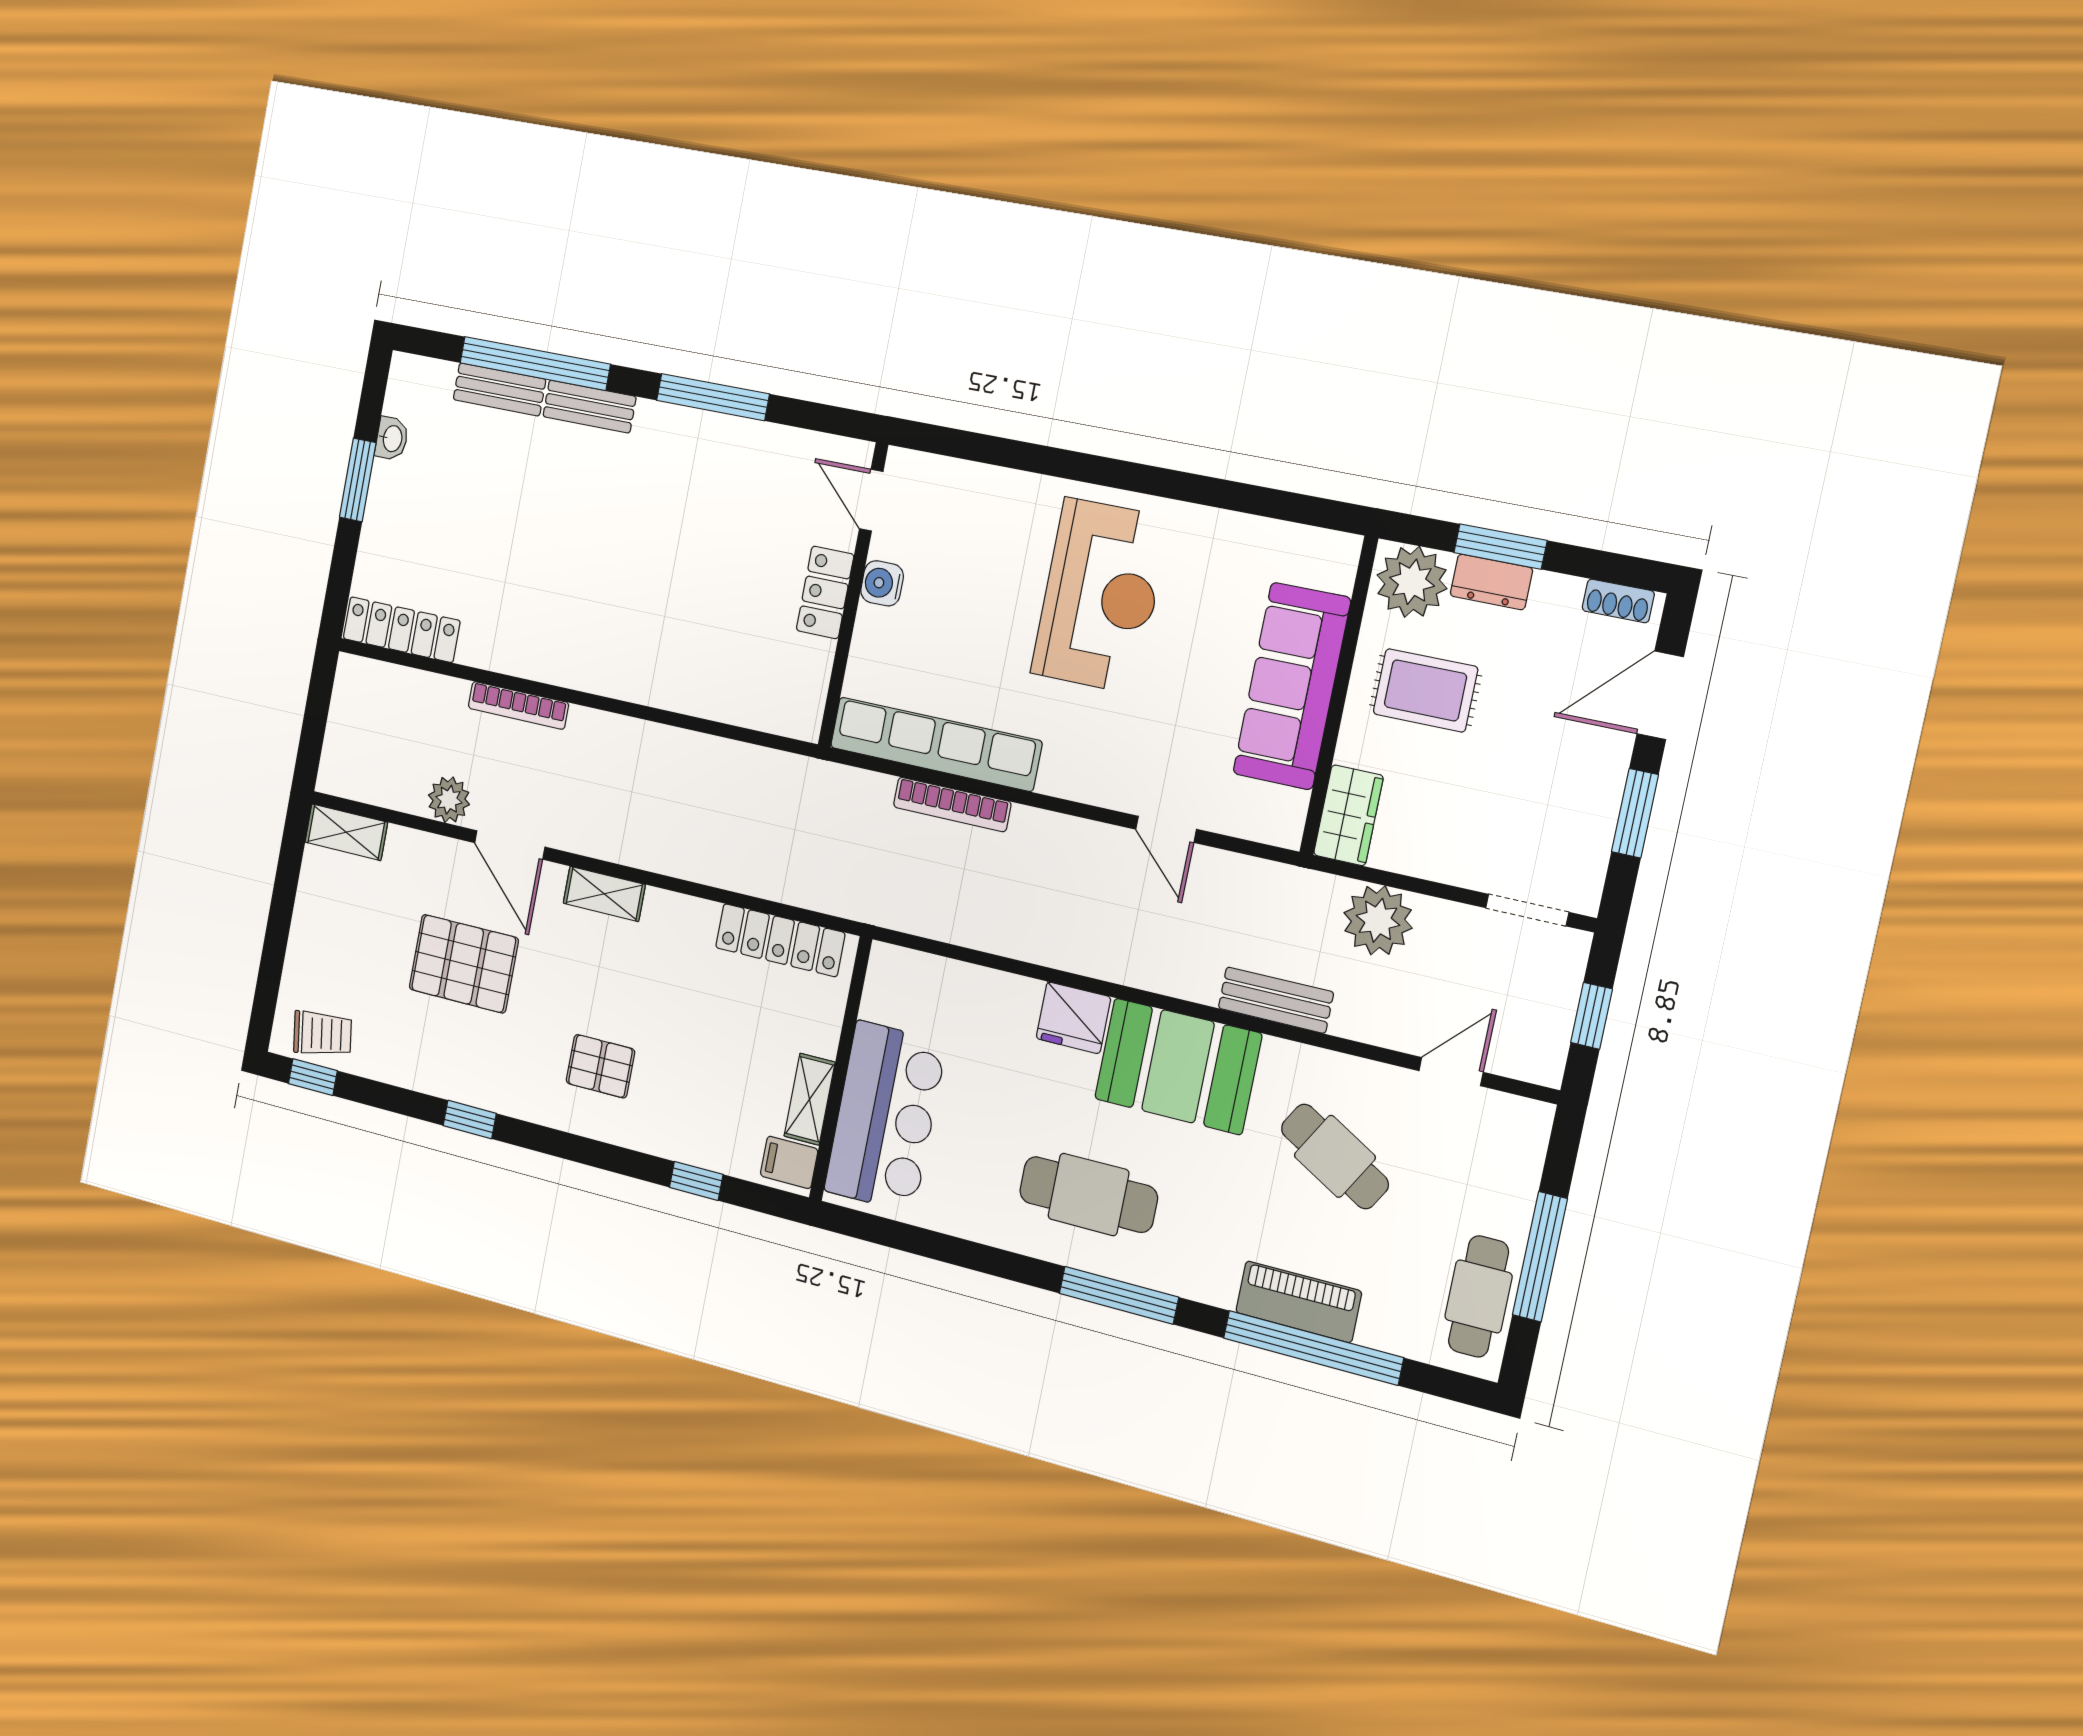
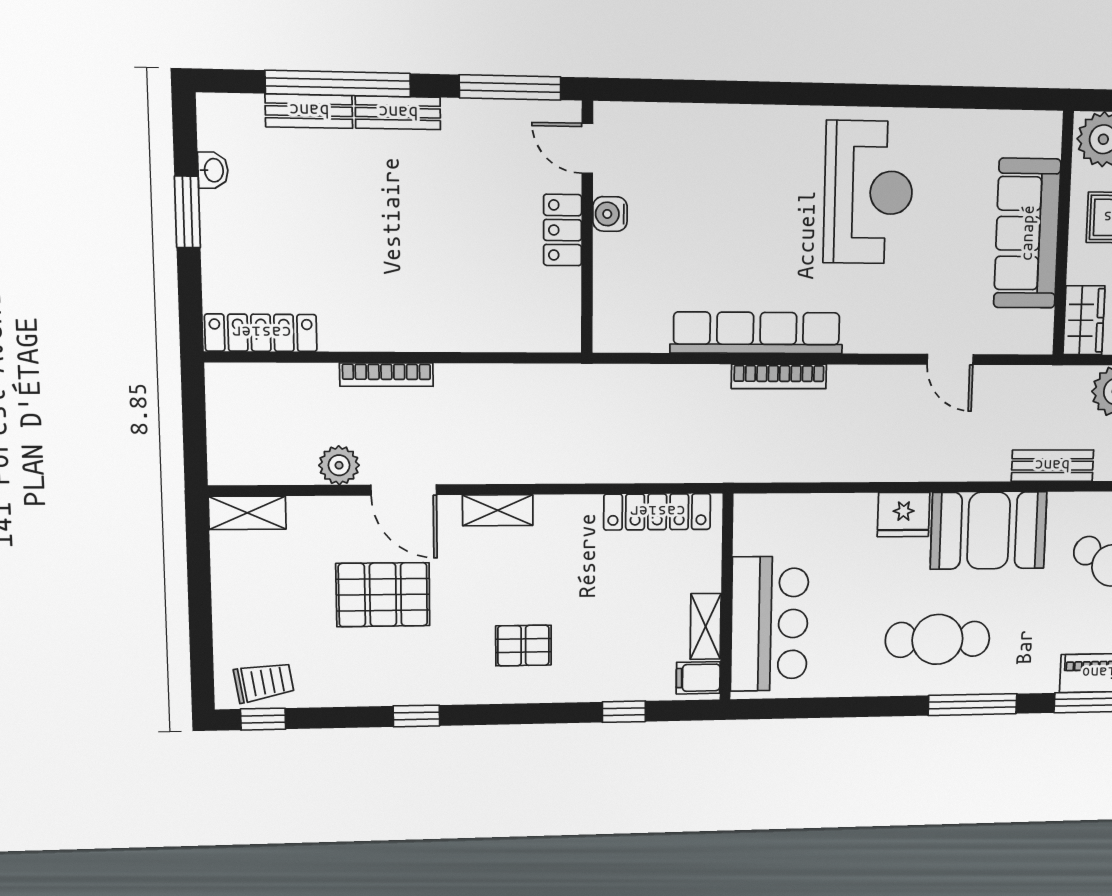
door: (871, 500) -> (587, 148), moved
water cooler: (882, 583) -> (610, 214), moved
locker: (825, 592) -> (563, 230), moved
wall: (853, 595) -> (587, 228), moved

